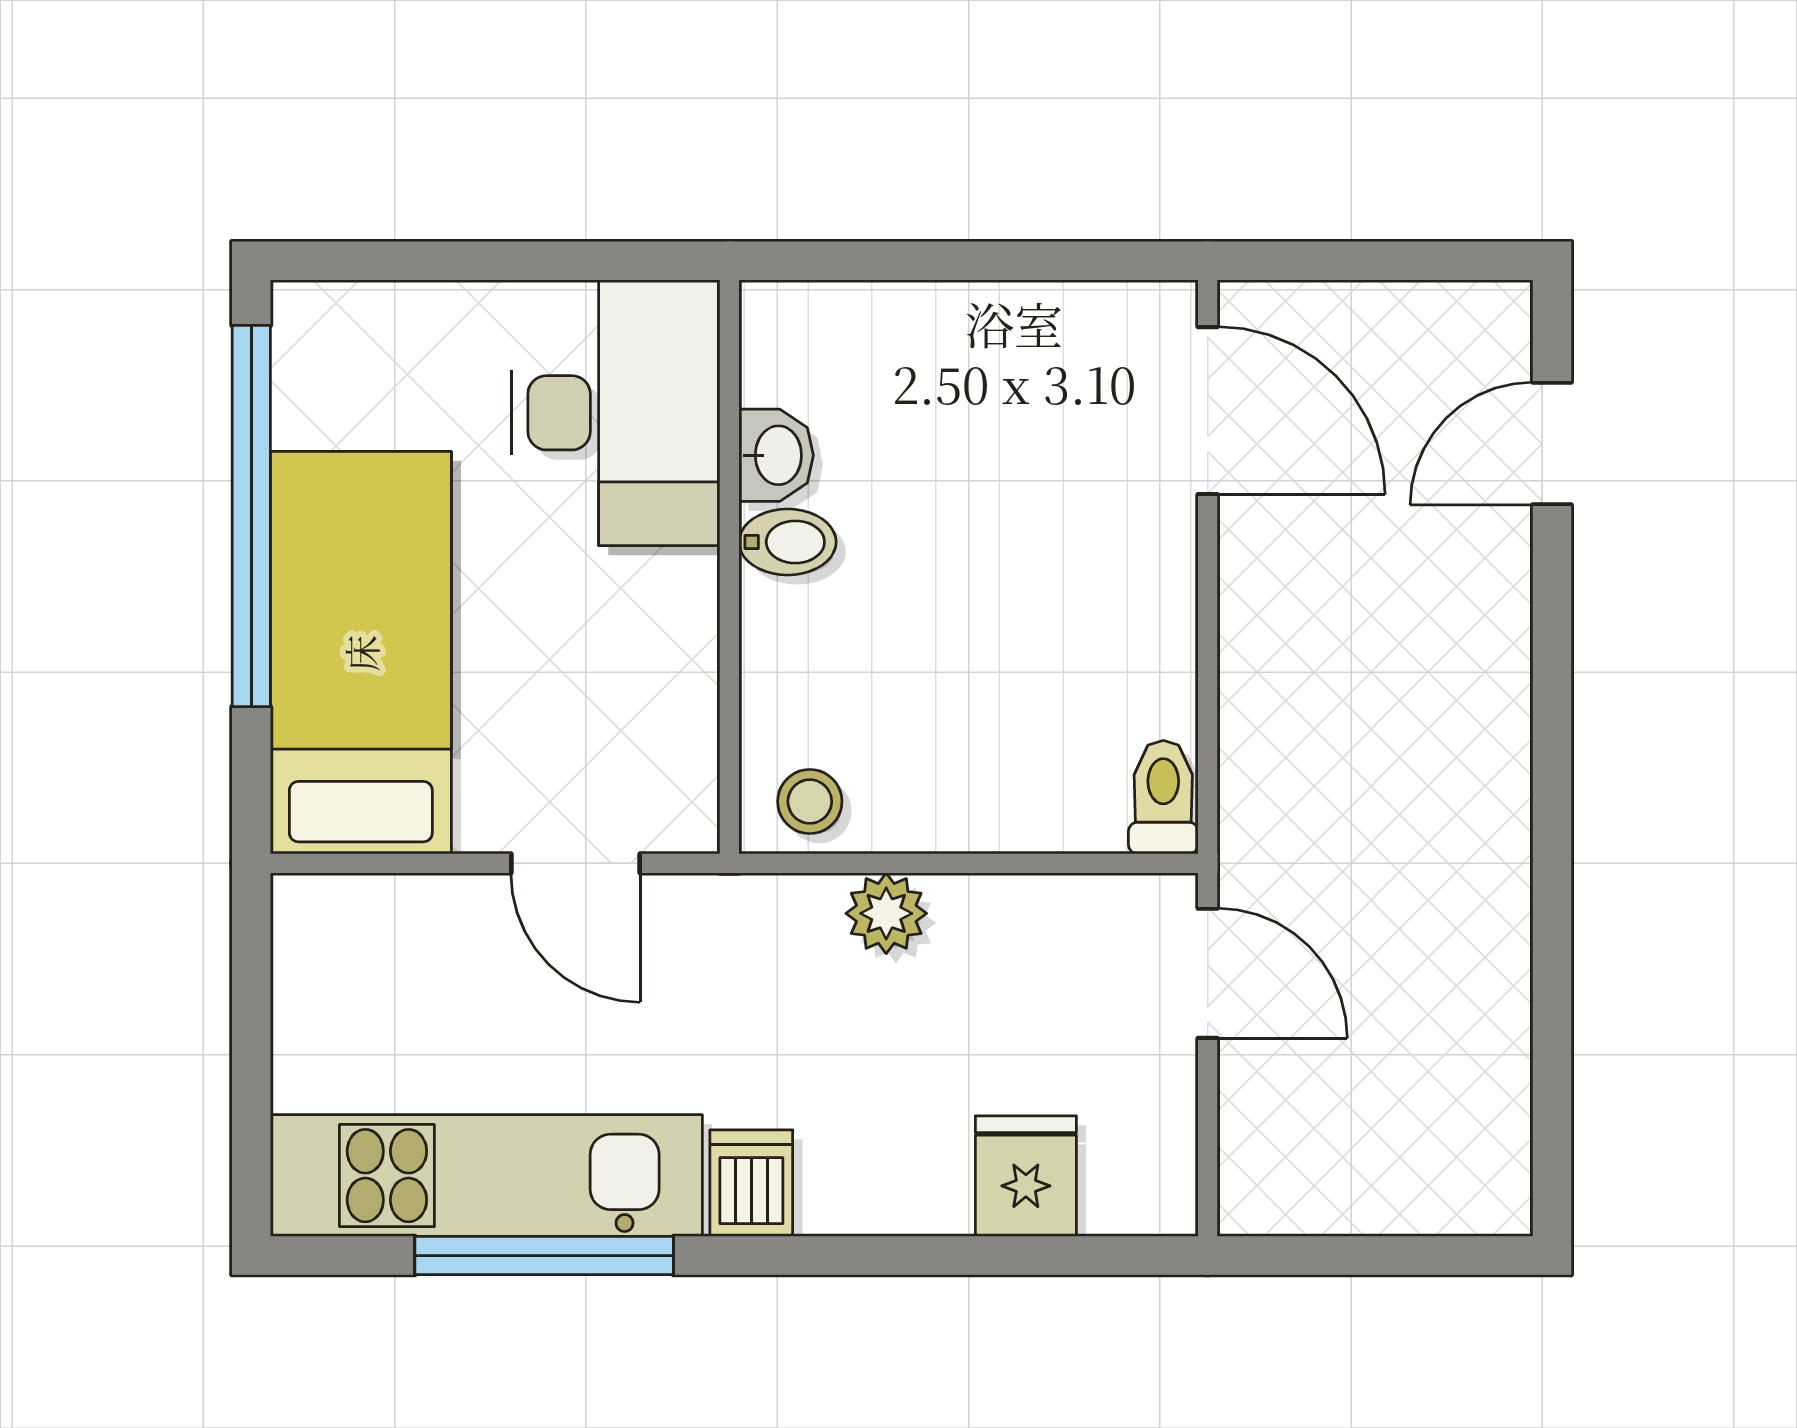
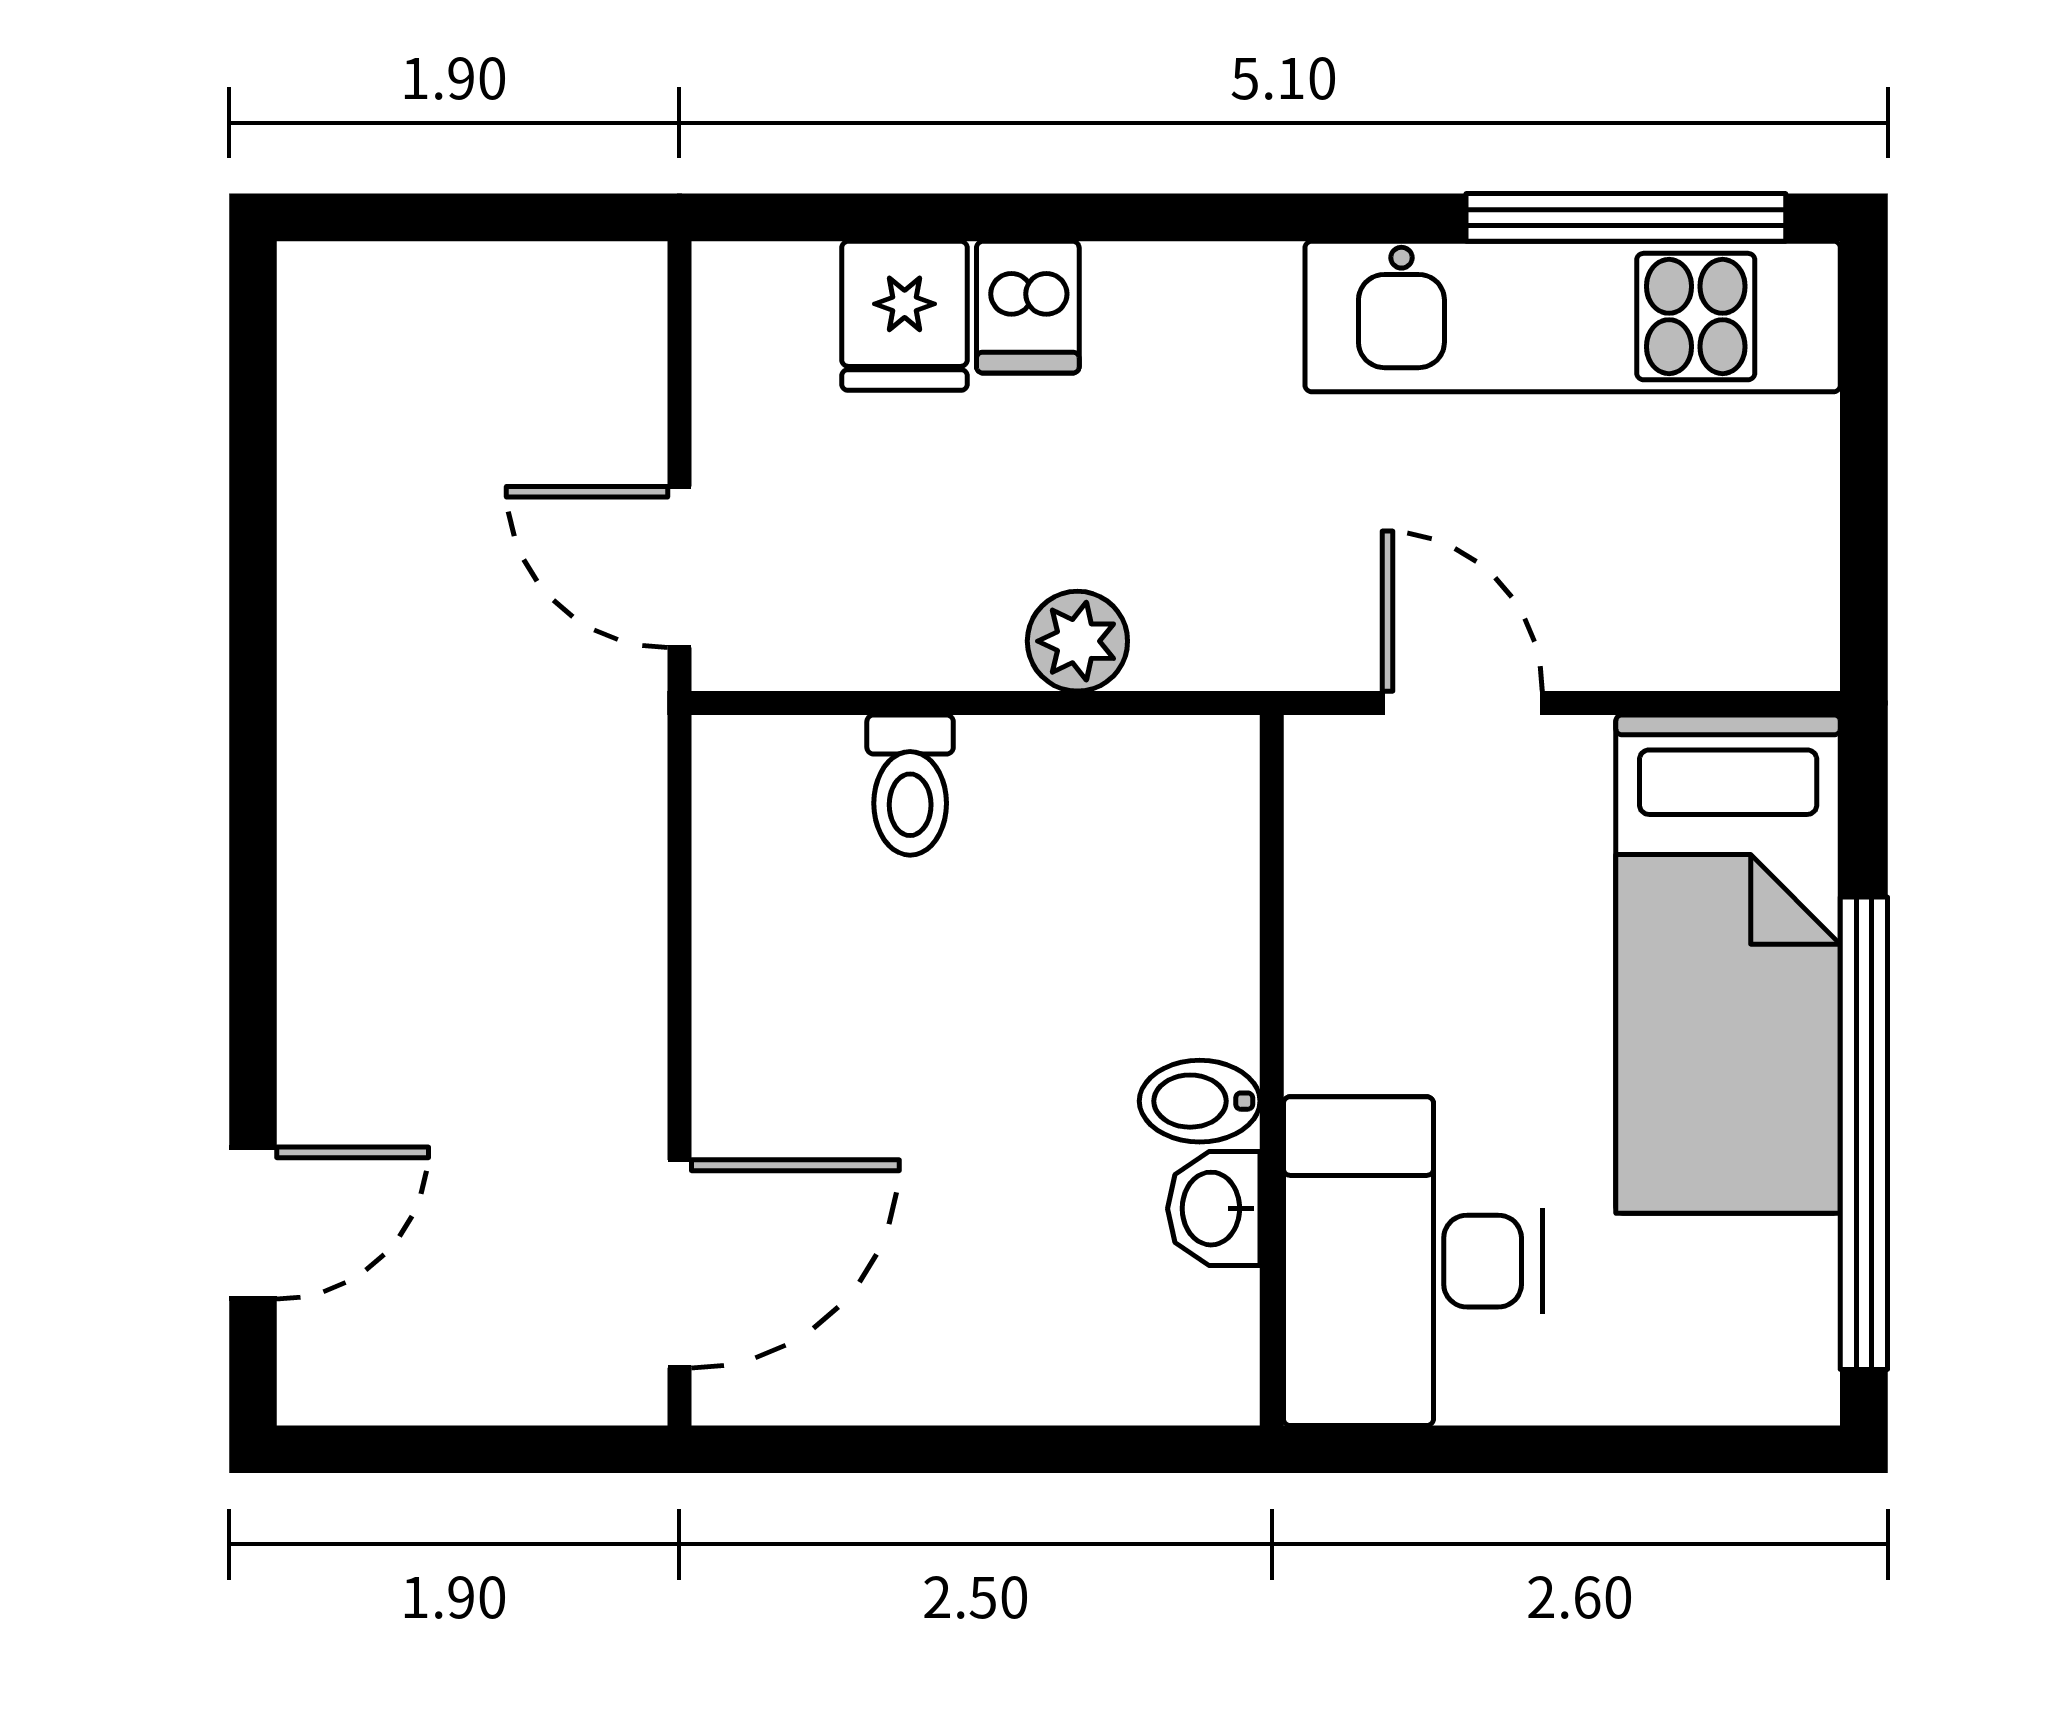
door: (1208, 411) -> (679, 1264), swing flipped
toilet: (1163, 797) -> (910, 785), moved
stool: (810, 801) -> (1172, 780), removed
dishwasher: (751, 1183) -> (1028, 307), moved
window: (544, 1256) -> (1626, 217), moved

